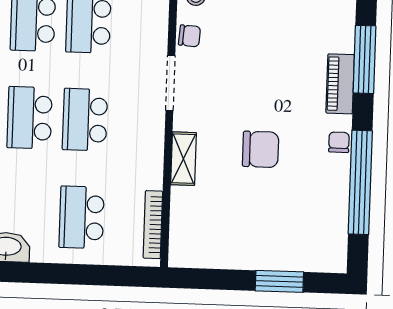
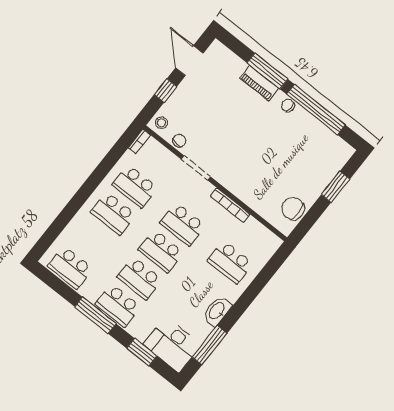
window: (365, 59) -> (267, 71), moved
chair: (261, 149) -> (293, 209), moved, turned -90
shelving: (183, 159) -> (239, 189), removed
bookcase: (153, 225) -> (230, 205), moved

